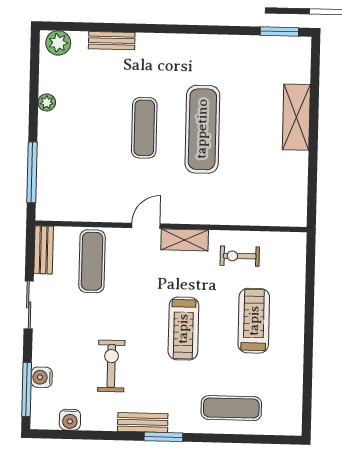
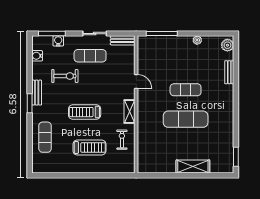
door: (146, 226) -> (136, 82), moved
exercise mat: (92, 261) -> (90, 56), moved

